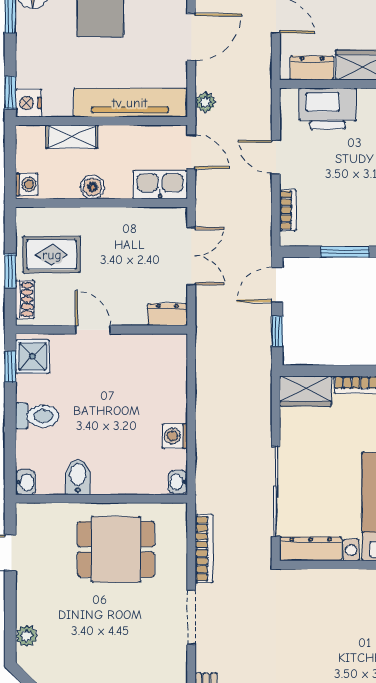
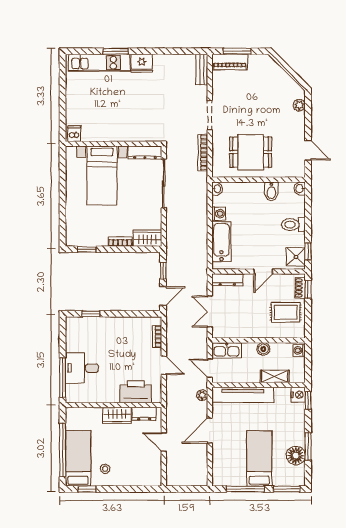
window: (345, 252) -> (126, 314), removed
window: (10, 271) -> (308, 290), moved
dresser: (167, 315) -> (227, 280), width x1.44
door: (93, 330) -> (263, 271), hinge flipped
bathtub: (170, 384) -> (221, 242), added

